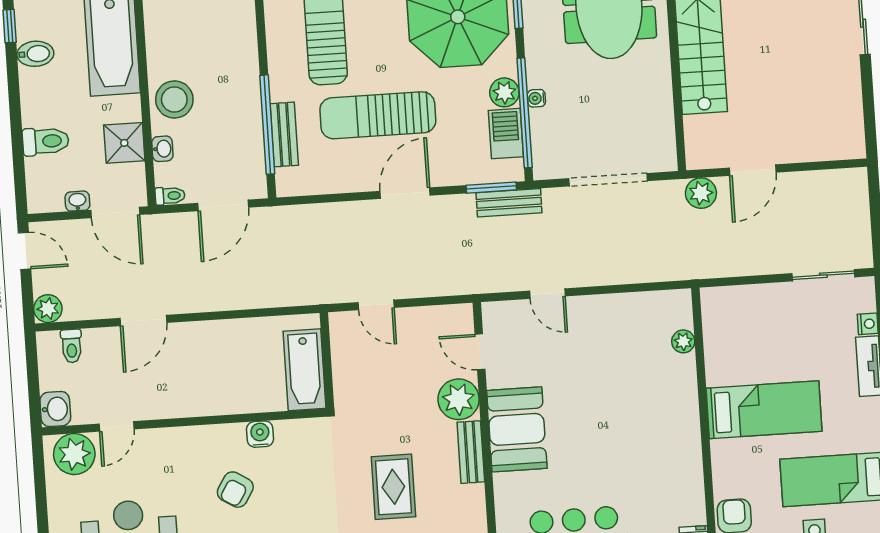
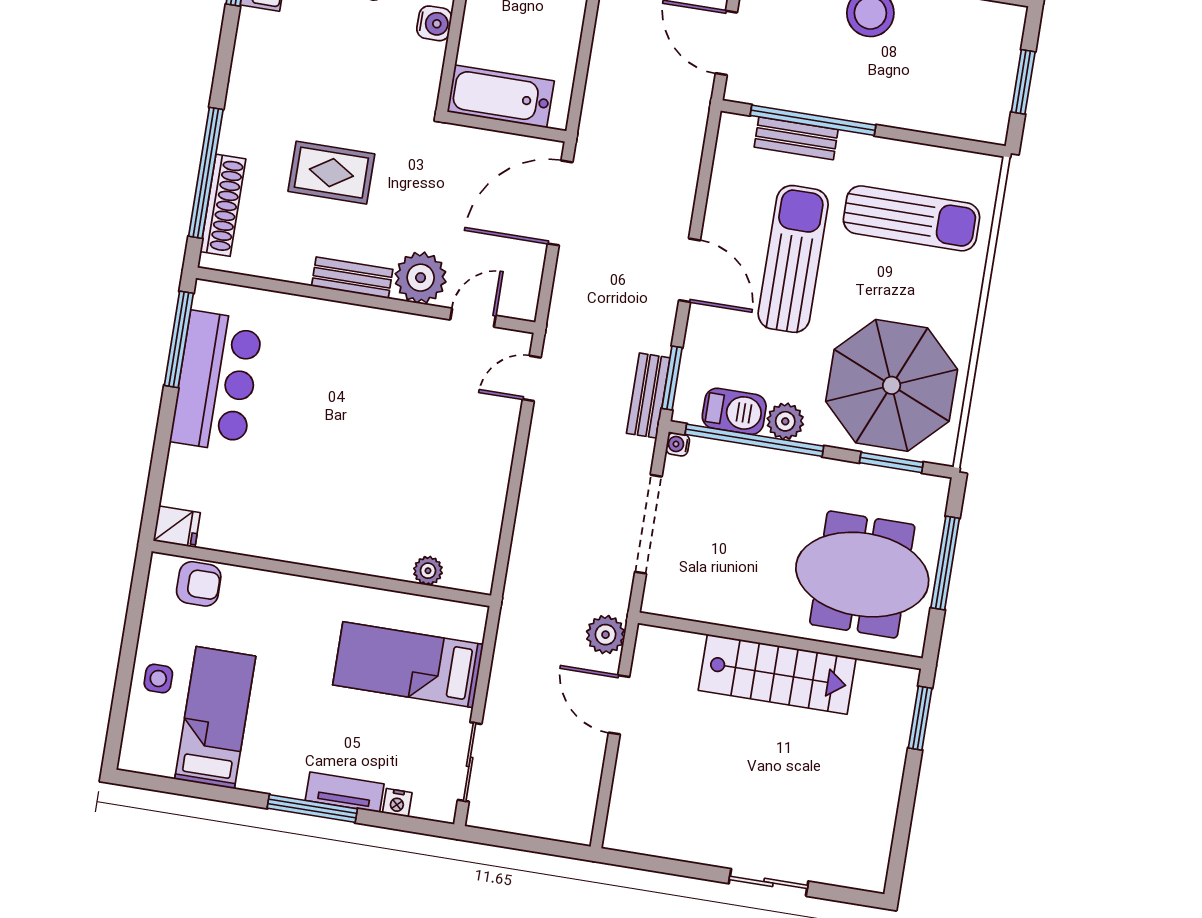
water cooler: (536, 98) -> (678, 444), moved, turned -90
door: (547, 294) -> (532, 378), moved
door: (376, 305) -> (560, 203), width x1.88
bed: (764, 410) -> (408, 665), moved, turned 90
booth: (517, 429) -> (367, 341), removed

